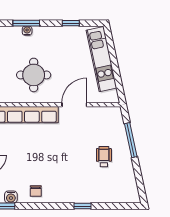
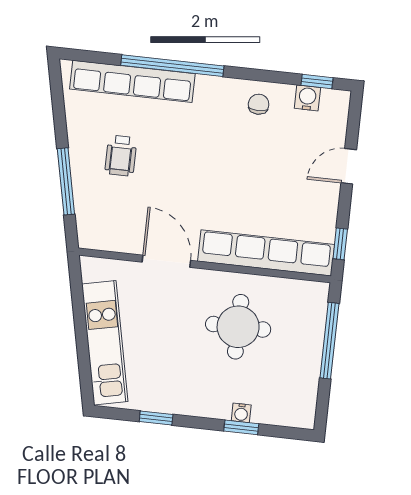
window: (26, 23) -> (241, 427), width x0.67
door: (74, 105) -> (166, 261), swing flipped
row of seats: (102, 196) -> (132, 81), added
window: (82, 206) -> (172, 66), width x3.17

